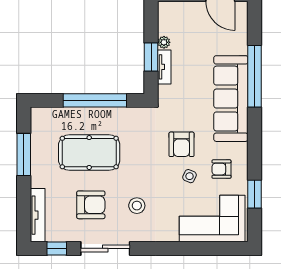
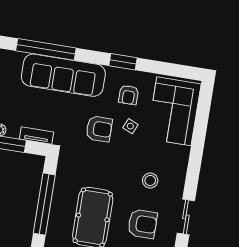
tv unit: (164, 67) -> (36, 135), moved
window: (255, 194) -> (123, 62), moved
armchair: (91, 205) -> (142, 224), turned 90
sliding door: (105, 248) -> (186, 217), width x0.73

